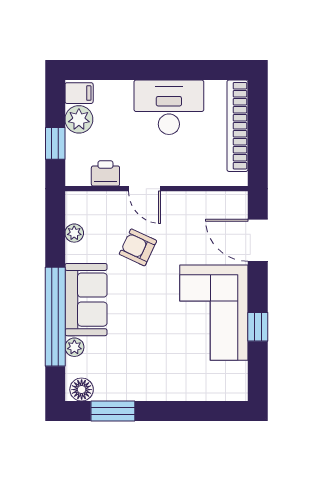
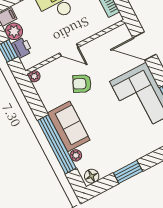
printer: (105, 173) -> (22, 48), moved, turned 90
plant: (74, 233) -> (34, 76), moved
window: (113, 411) -> (128, 172), moved

